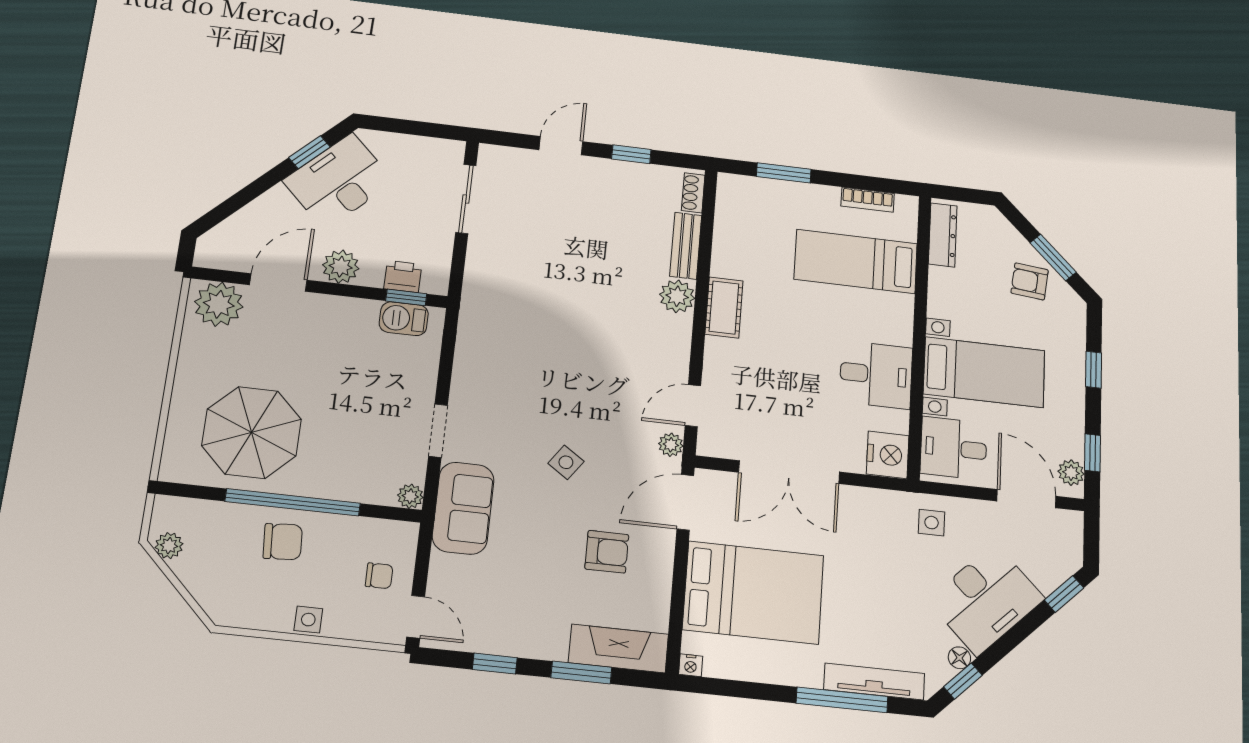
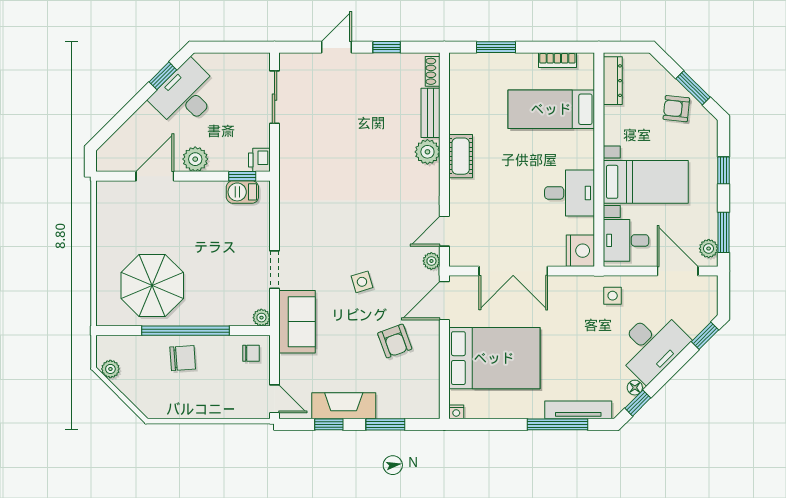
printer: (403, 276) -> (259, 160), moved, turned -90
plant: (219, 304) -> (118, 197), removed
window: (1093, 453) -> (724, 232), width x1.50
side table: (566, 462) -> (362, 282), turned 38
armchair: (607, 552) -> (395, 341), turned 70
chair: (379, 576) -> (251, 353), moved
side table: (308, 620) -> (206, 408), removed
fireplace: (618, 648) -> (344, 406), moved

